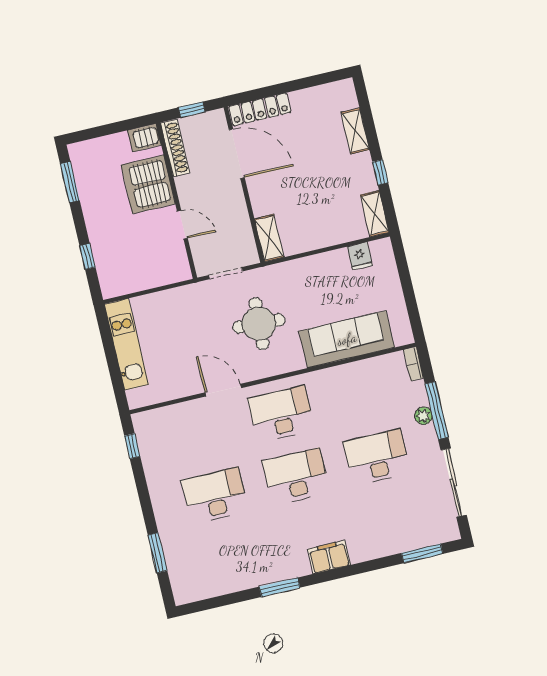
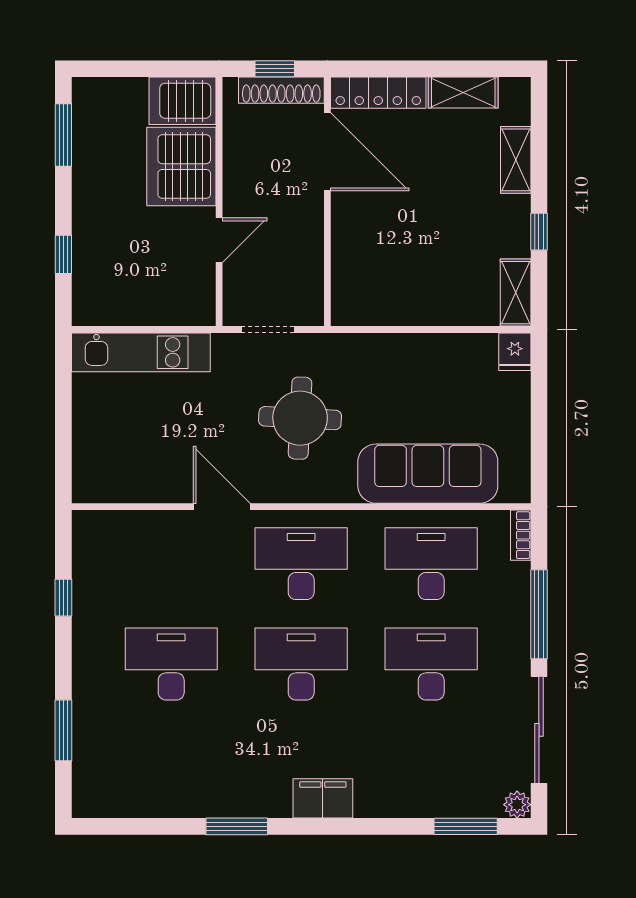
server rack: (144, 138) -> (183, 101), width x1.36, depth x1.44
shoe rack: (175, 148) -> (281, 90), moved, turned 90
door: (182, 225) -> (219, 240), hinge flipped
shelving: (269, 238) -> (463, 93), moved, turned 90
fridge: (360, 256) -> (515, 352), moved
kitchen unit: (126, 344) -> (141, 352), moved, turned 90
desk: (362, 395) -> (431, 564), added
plant: (423, 416) -> (517, 805), moved
window: (132, 446) -> (63, 598), moved

